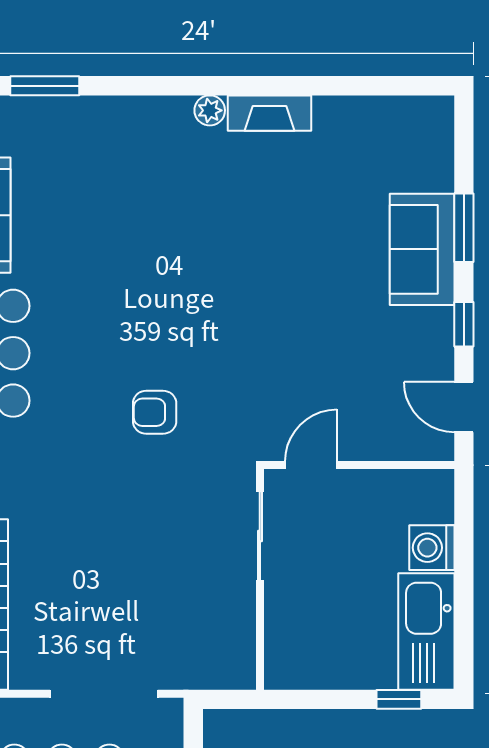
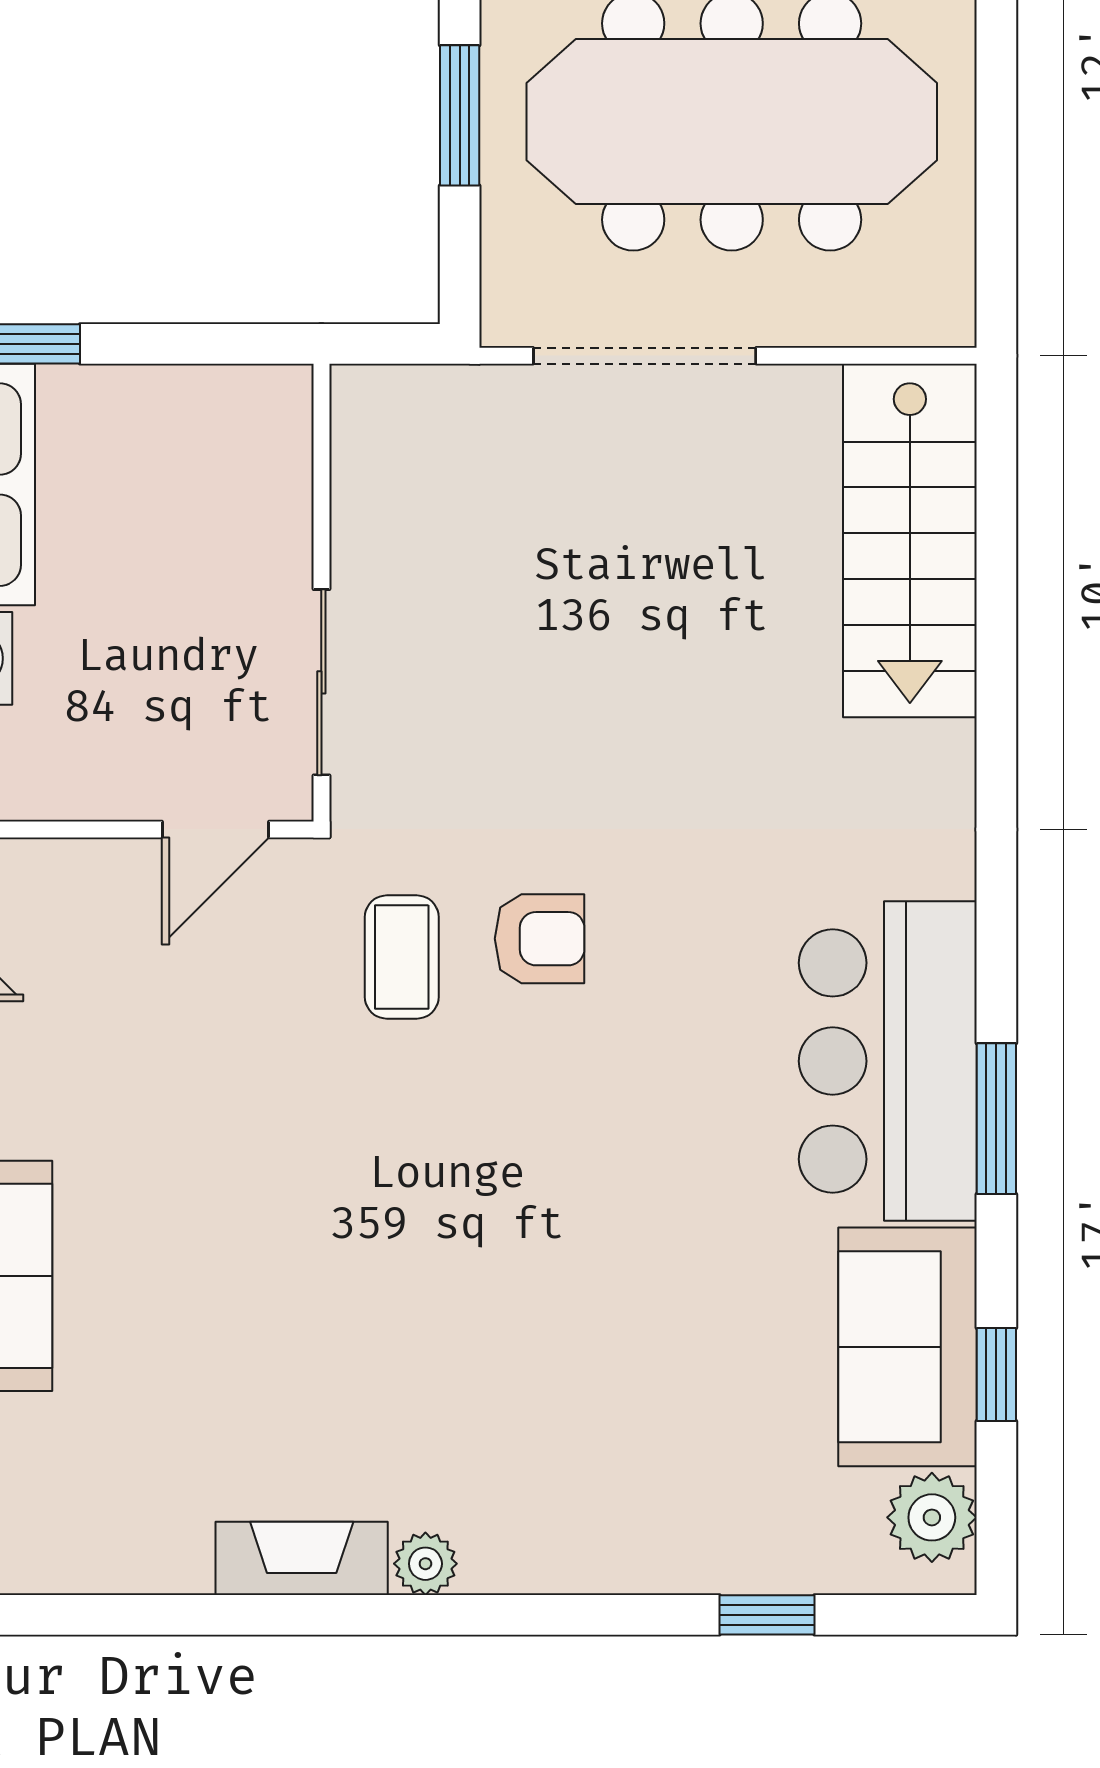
window: (45, 86) -> (767, 1615), width x0.67
coffee table: (221, 403) -> (402, 957), added

